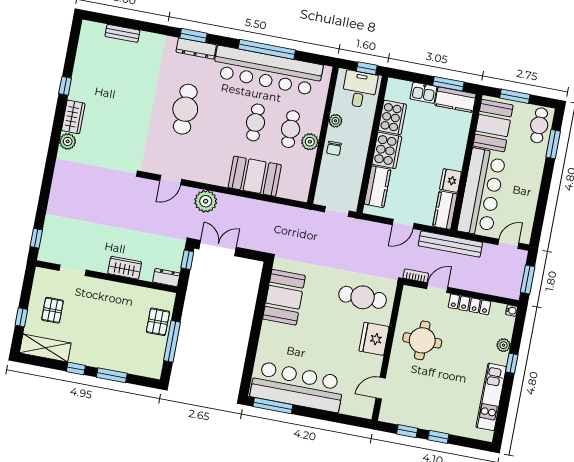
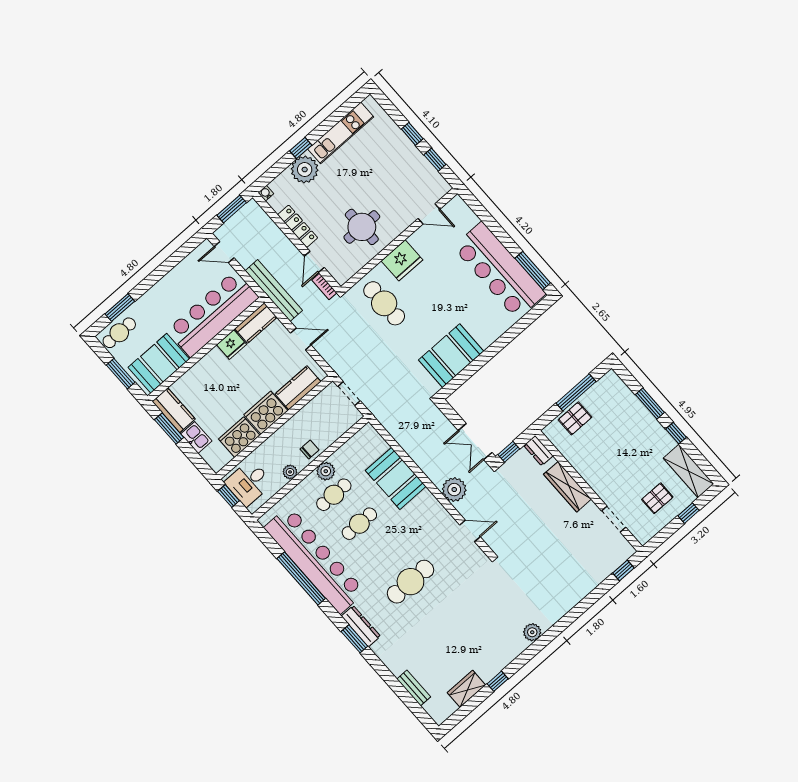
wardrobe: (73, 117) -> (466, 689), moved
wardrobe: (125, 268) -> (567, 487), width x1.50
door: (437, 288) -> (314, 262), hinge flipped
plant: (504, 345) -> (305, 170), width x1.88, depth x1.88

